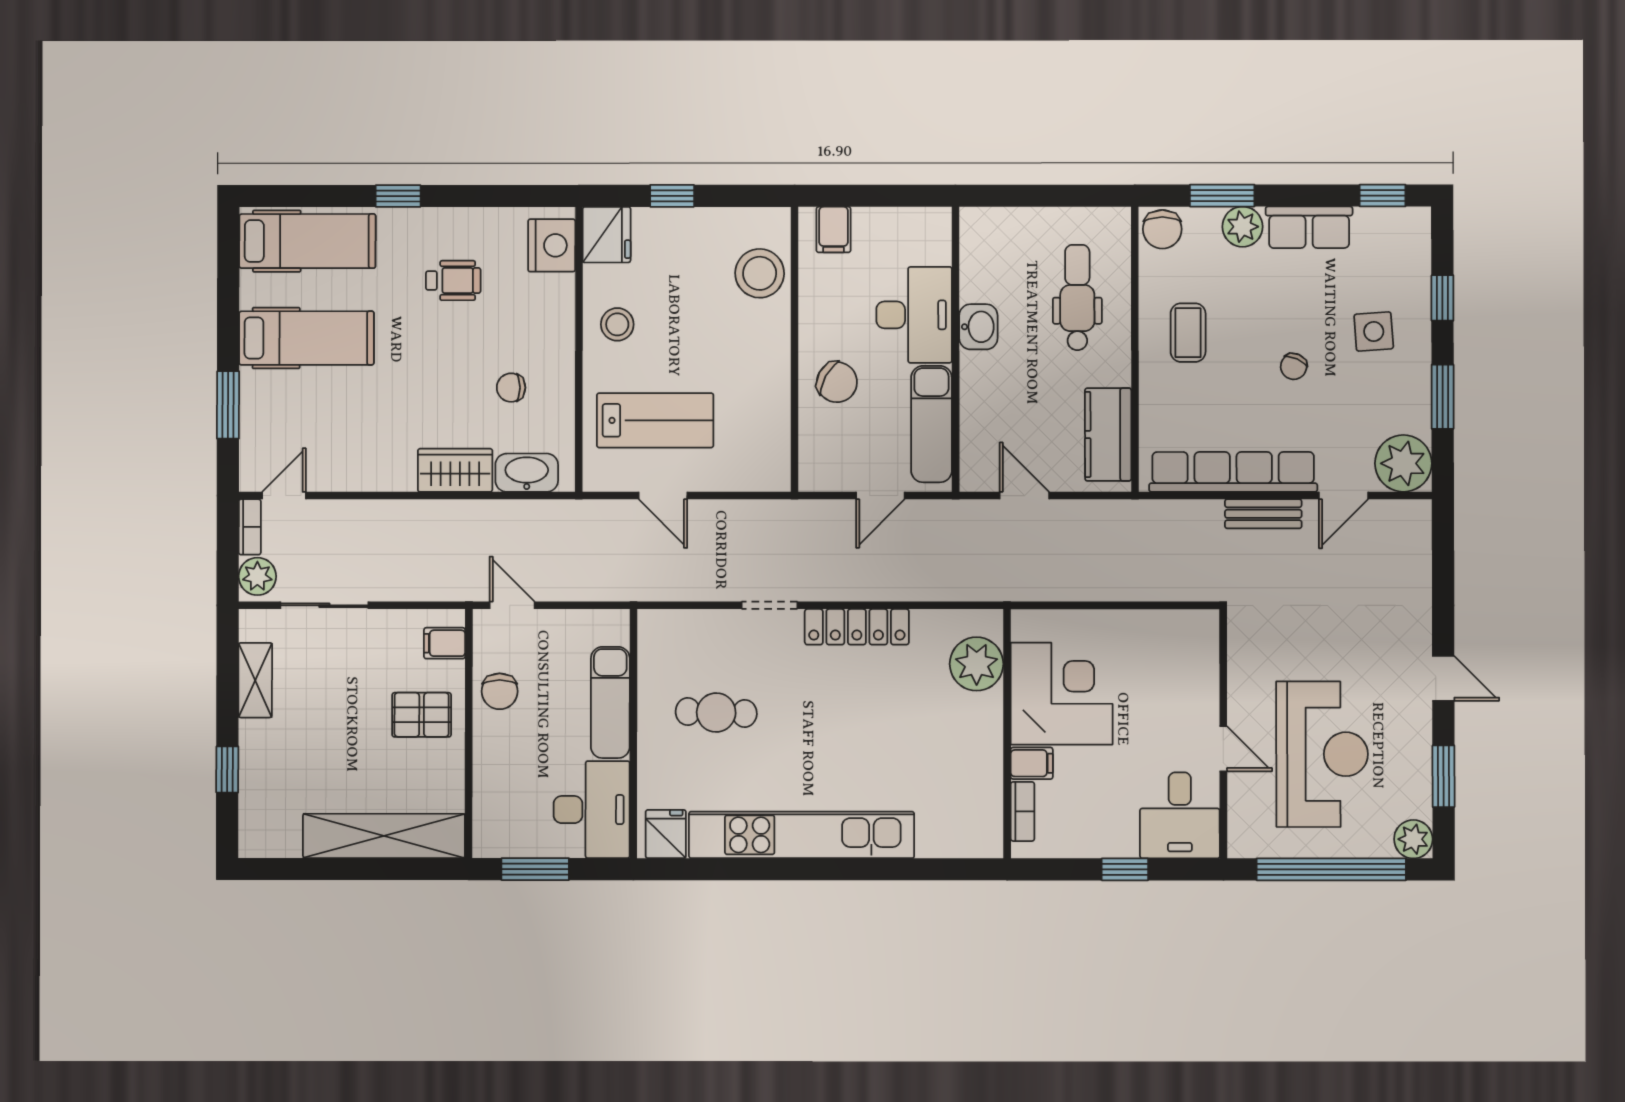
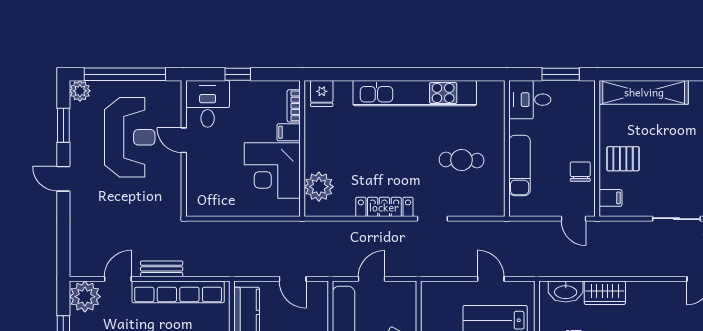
reception desk: (1322, 754) -> (130, 137), turned 180
desk: (592, 810) -> (530, 100), width x0.73
fridge: (666, 834) -> (322, 93), moved

